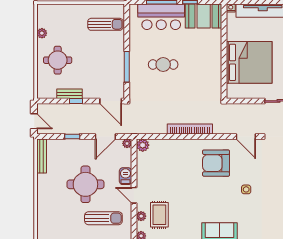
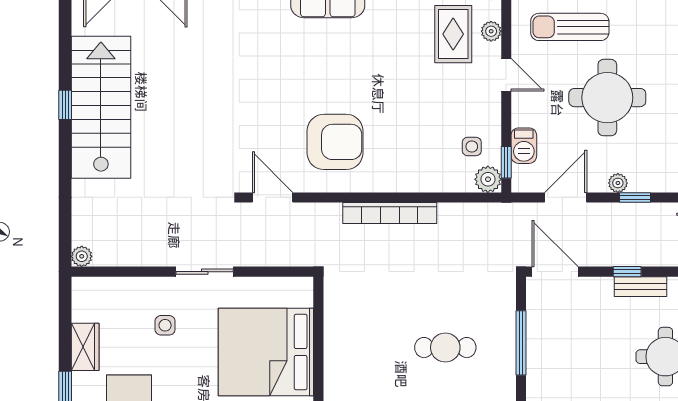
plant: (127, 143) -> (618, 183), moved
window: (134, 153) -> (506, 162), added
barbecue: (125, 176) -> (524, 146), moved
side table: (246, 189) -> (472, 147), moved

